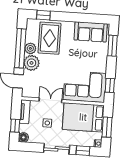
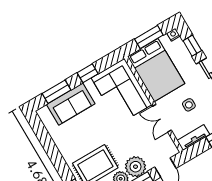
sofa: (91, 32) -> (71, 104), moved, turned 90
window: (110, 85) -> (88, 73), moved

